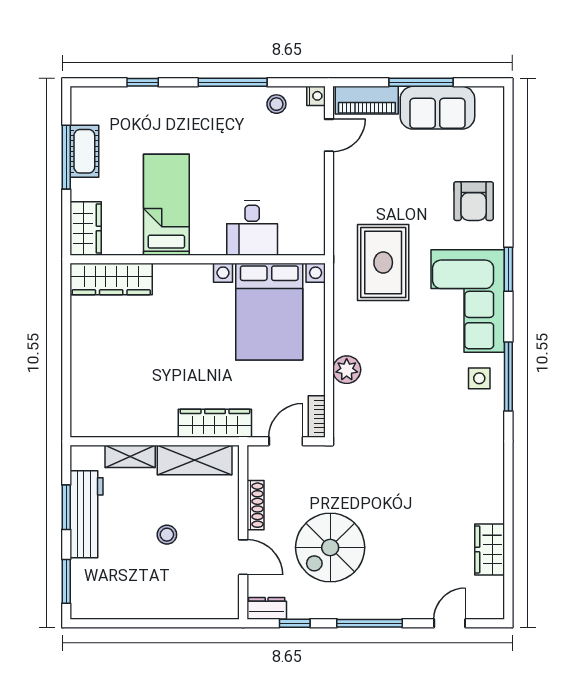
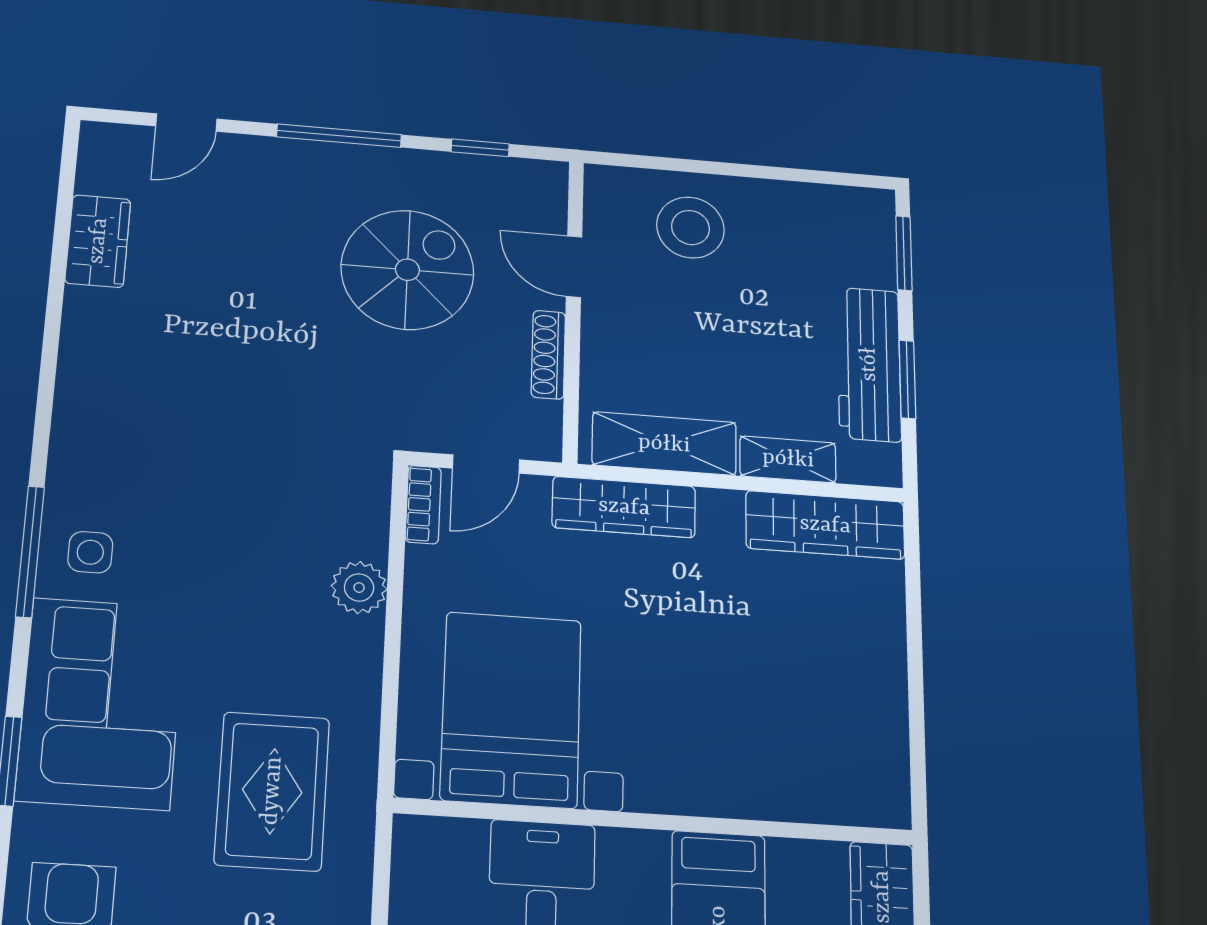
wardrobe: (111, 279) -> (825, 525), moved, turned 180
stool: (167, 535) -> (690, 228), moved, width x1.89, depth x1.89
dresser: (267, 608) -> (532, 177), removed

